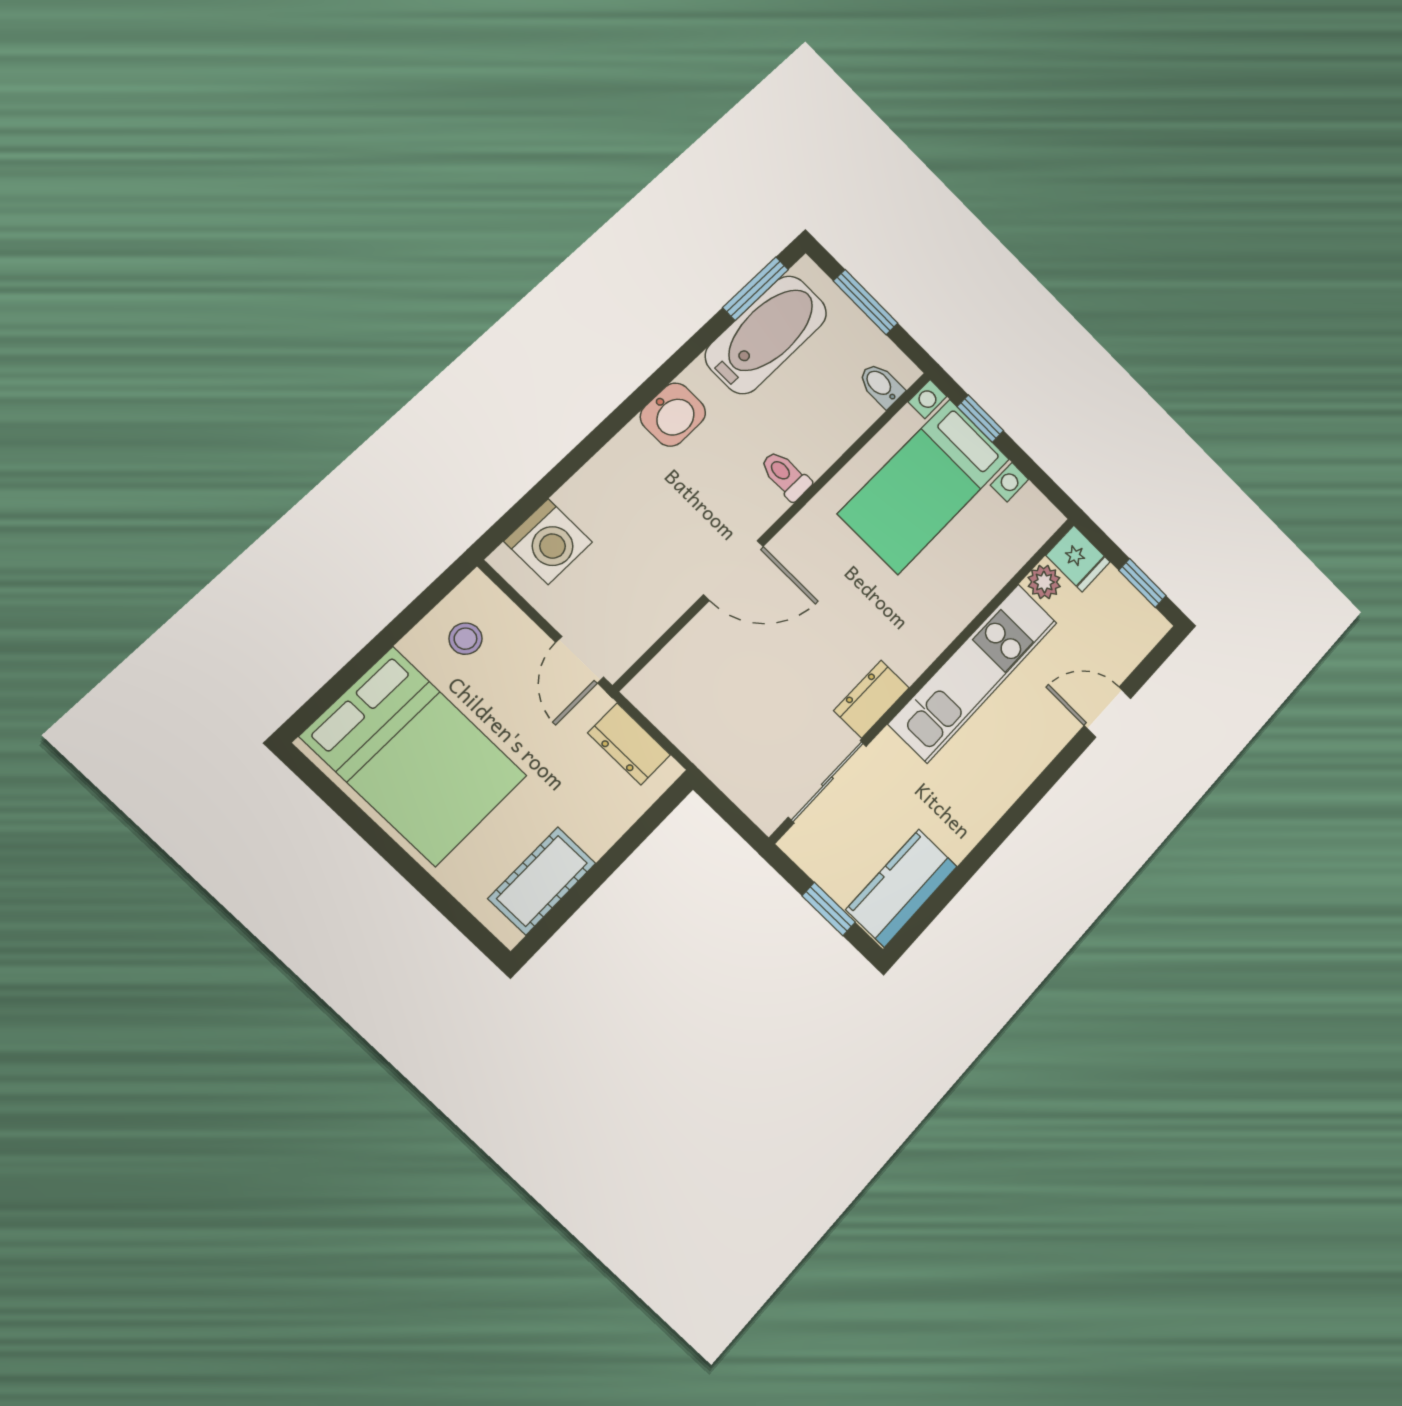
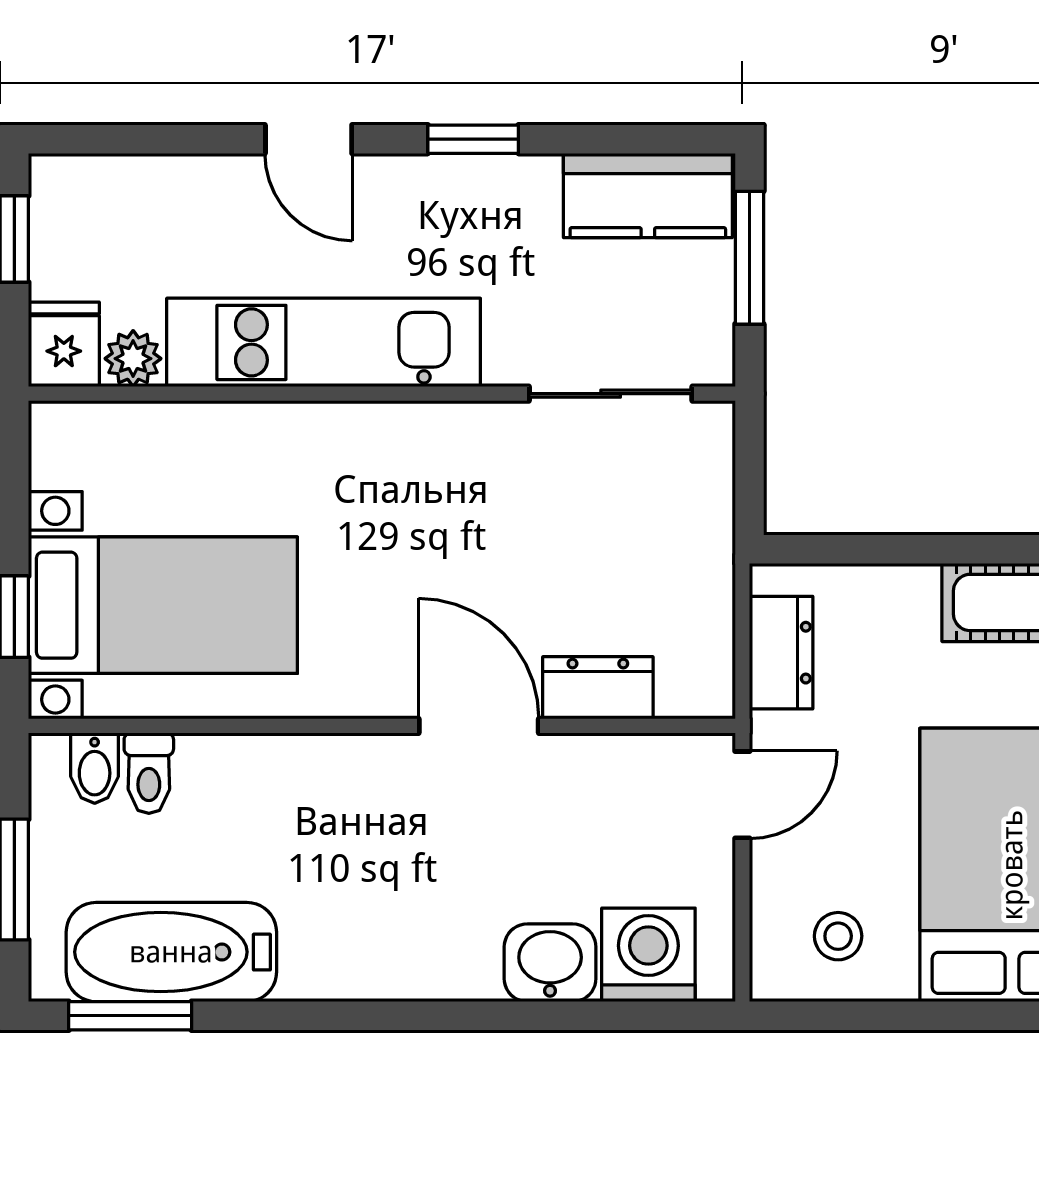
washbasin: (673, 415) -> (550, 963), moved
toilet: (785, 475) -> (149, 773), moved
dresser: (871, 699) -> (598, 688), moved, turned 180
door: (1108, 712) -> (309, 139), moved
window: (1001, 831) -> (473, 139), added
window: (829, 909) -> (749, 258), width x1.50

